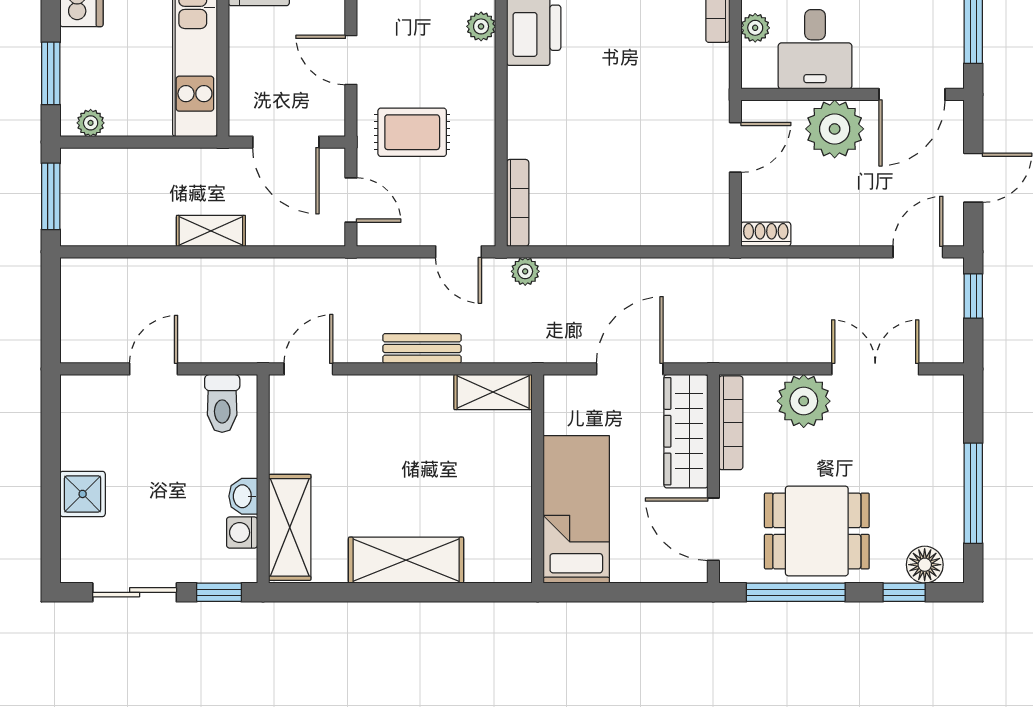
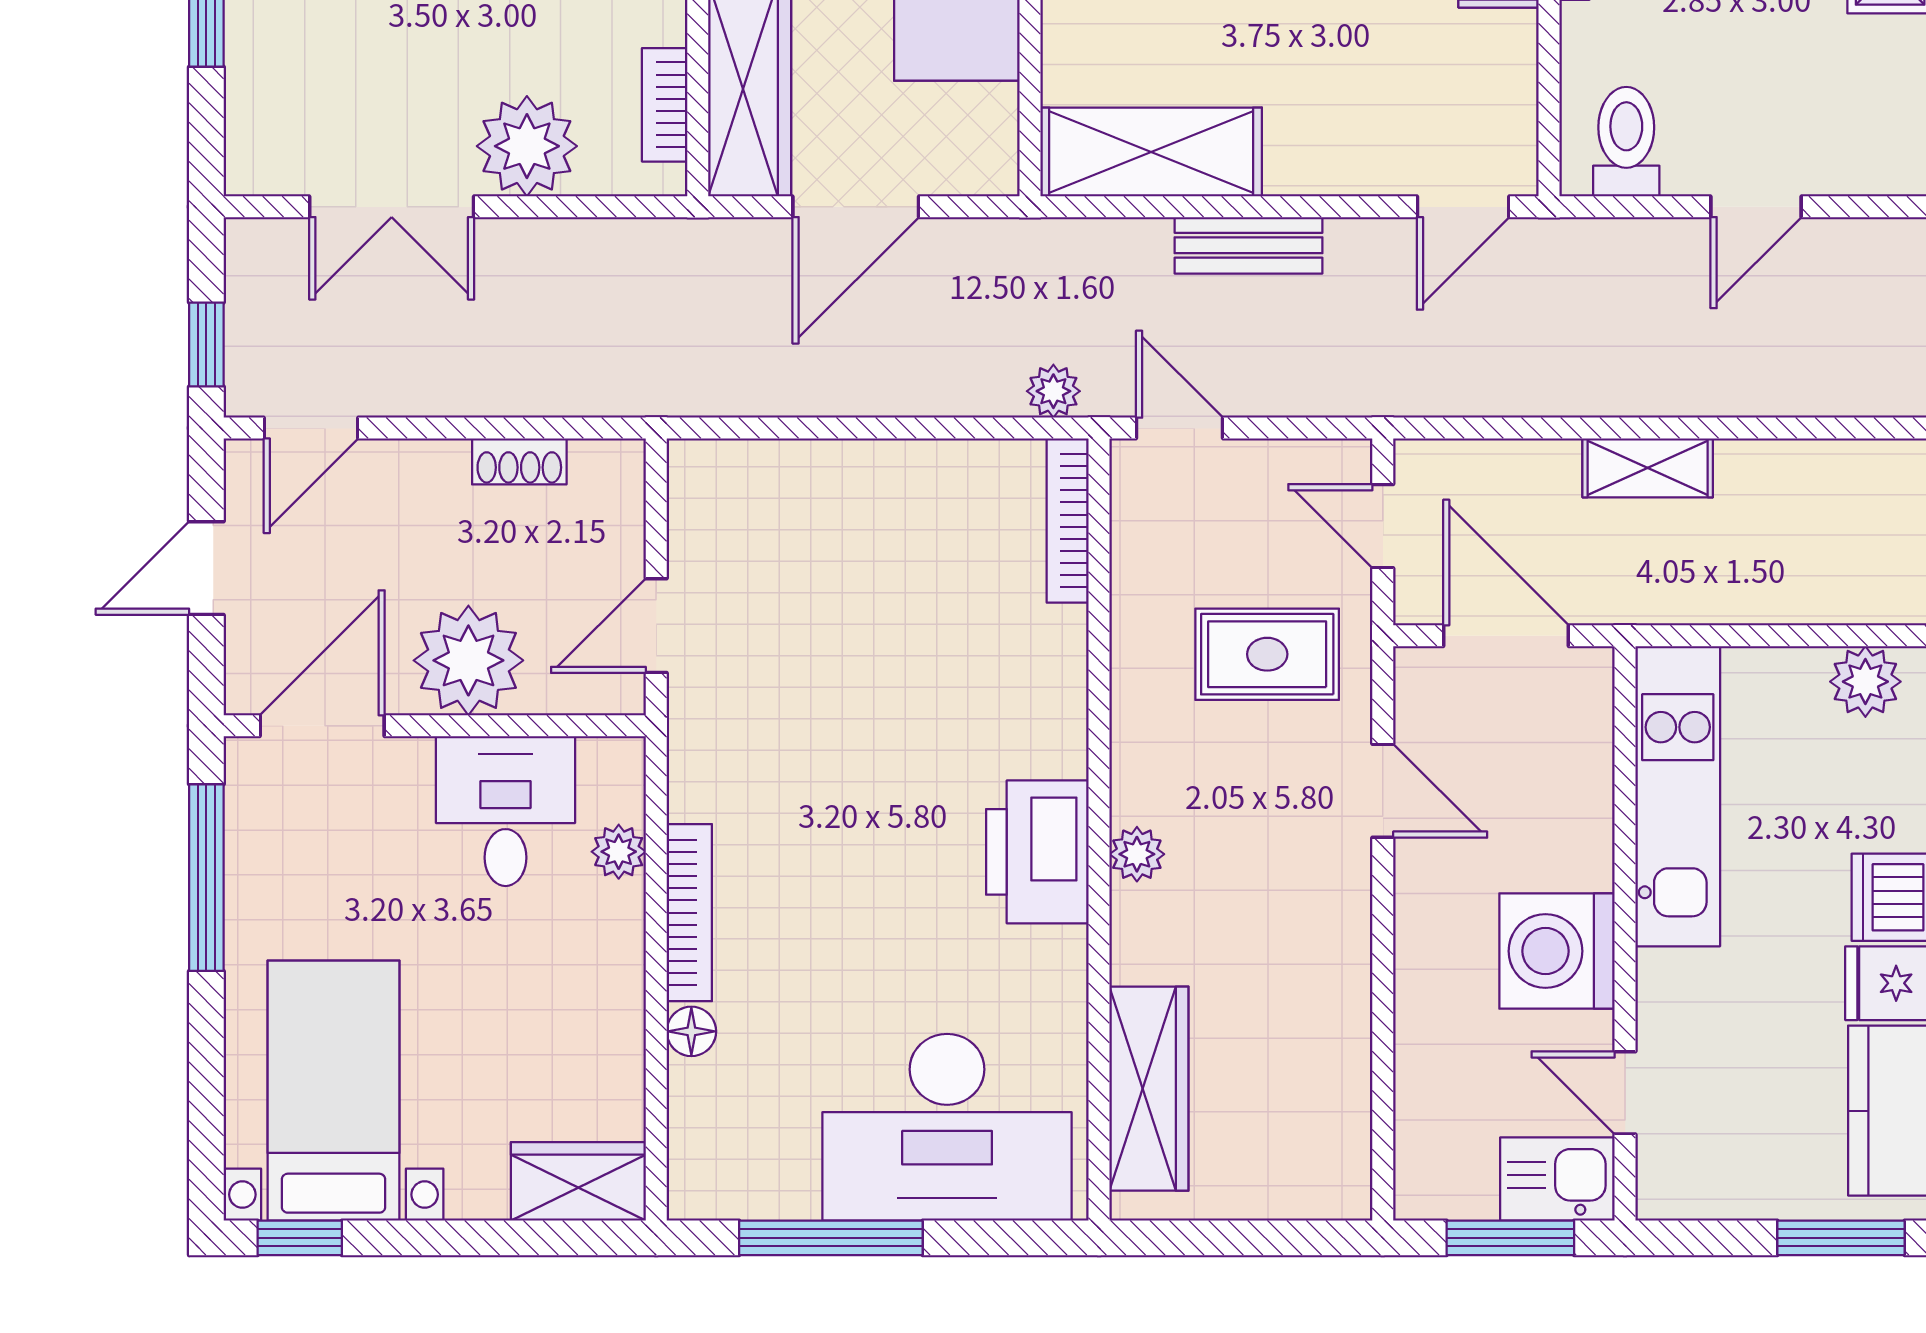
plant: (91, 123) -> (1865, 682), width x1.38, depth x1.38
shoe rack: (766, 234) -> (519, 461), moved
shelving: (493, 392) -> (1151, 152), width x1.50, depth x1.33
bookcase: (731, 423) -> (665, 105), width x0.64

